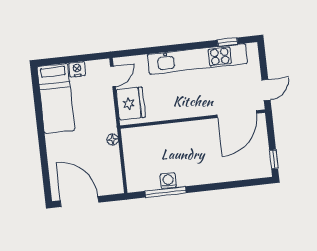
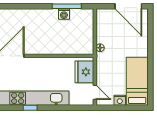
window: (227, 42) -> (30, 108), moved
door: (113, 76) -> (95, 92), swing flipped

